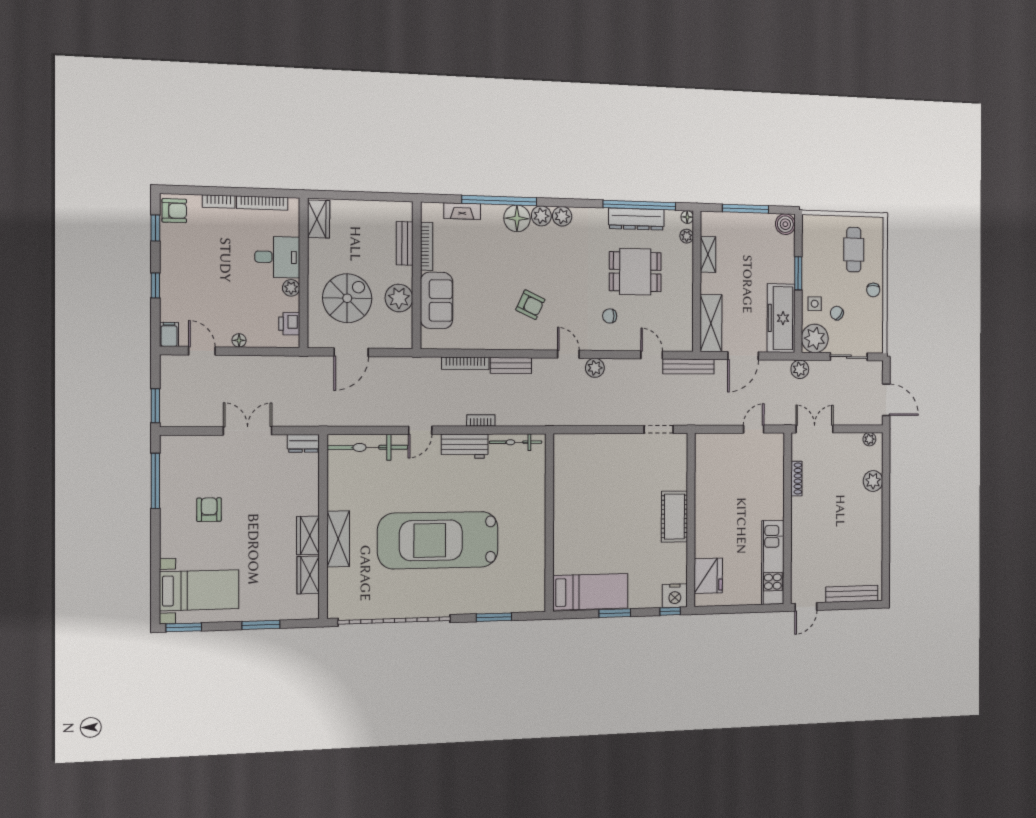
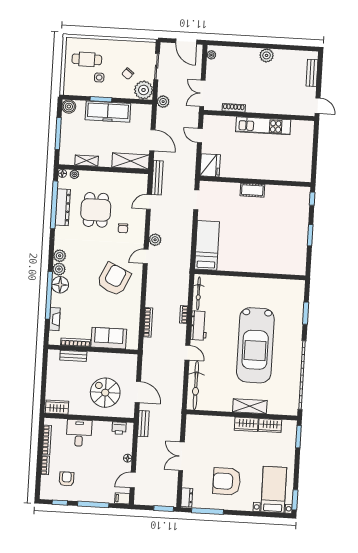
armchair: (174, 211) -> (67, 479), moved
window: (155, 285) -> (93, 504), width x2.17
plant: (291, 288) -> (98, 426), removed
chair: (873, 290) -> (114, 47), removed
plant: (399, 298) -> (106, 361), removed
side table: (815, 304) -> (99, 78), moved
armchair: (530, 305) -> (114, 279), width x1.88, depth x1.88
freezer: (781, 318) -> (108, 112), moved
bench: (511, 365) -> (143, 424), moved
door: (886, 400) -> (186, 41), swing flipped
dresser: (303, 443) -> (187, 497), moved
plant: (873, 481) -> (267, 55), moved
armchair: (209, 510) -> (227, 481), width x1.88, depth x1.88
cot: (674, 517) -> (252, 190), width x0.73, depth x0.75
kitchen unit: (773, 562) -> (263, 126), moved
fridge: (708, 576) -> (210, 165), moved, turned 90
bed: (590, 592) -> (207, 245), moved
bench: (852, 594) -> (312, 73), width x0.73
nightstand: (675, 596) -> (303, 195), removed
window: (261, 625) -> (298, 437), moved

